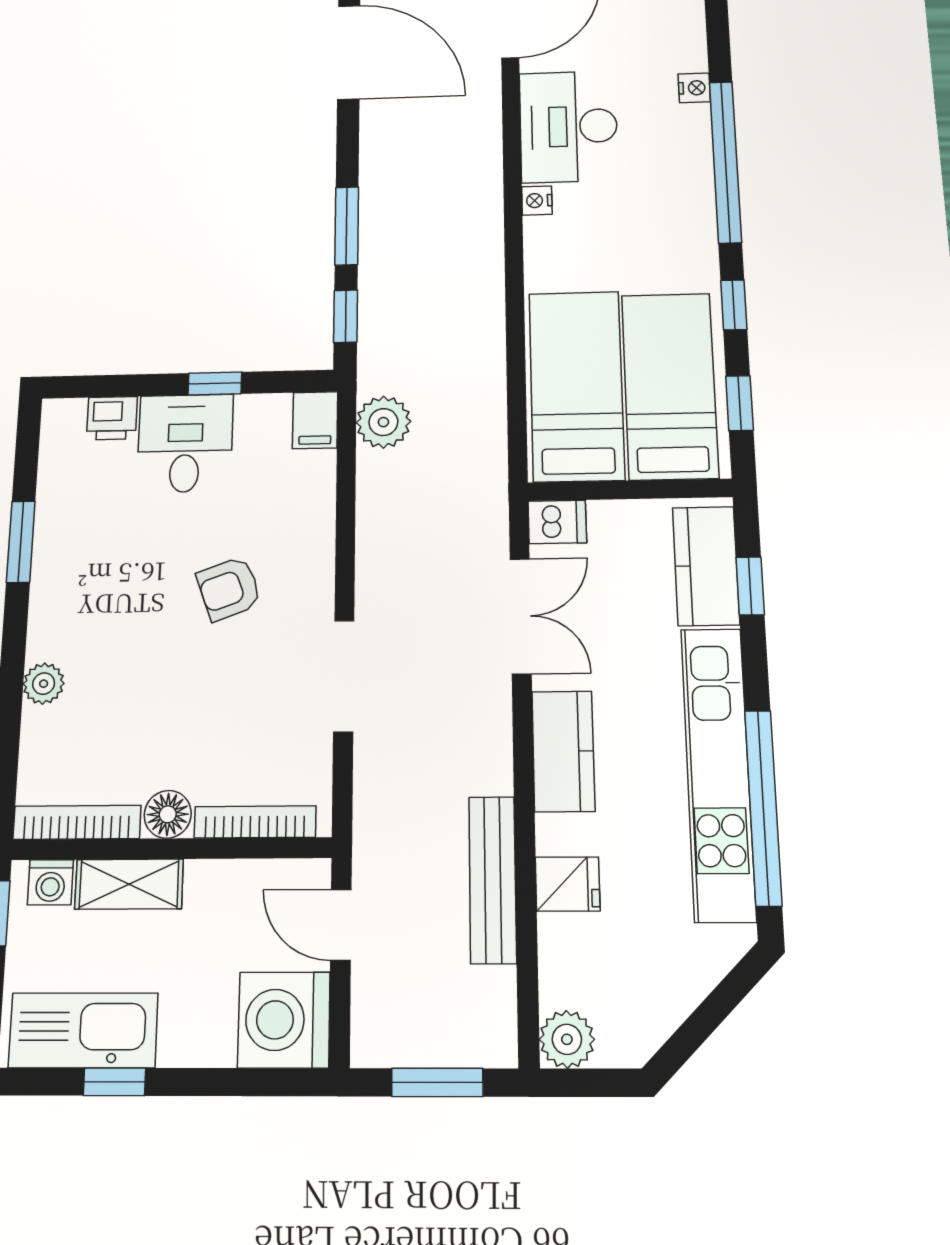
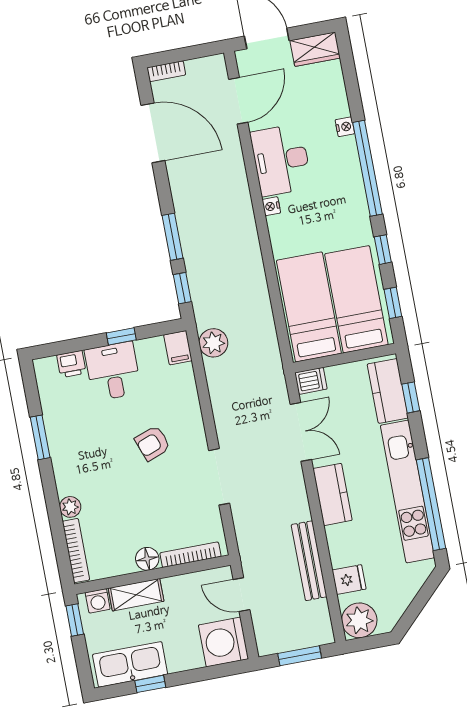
bookcase: (77, 822) -> (76, 551), moved, turned 90
fridge: (568, 884) -> (349, 580), moved
plant: (567, 1039) -> (359, 620), width x1.36, depth x1.36

